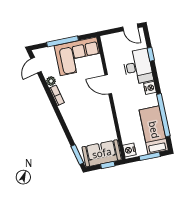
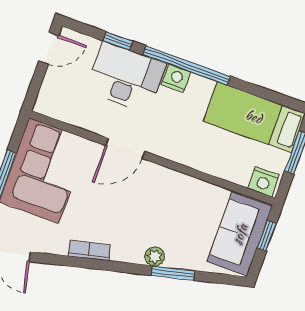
plant: (51, 81) -> (155, 257), moved
window: (163, 115) -> (187, 66), moved
window: (77, 155) -> (173, 273), moved

